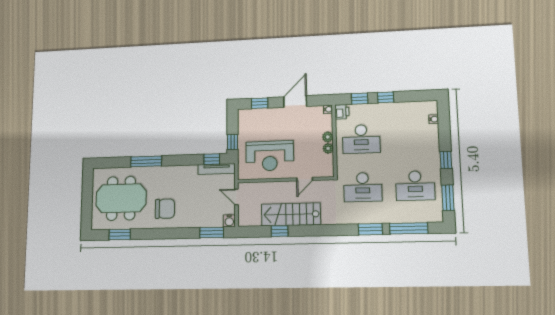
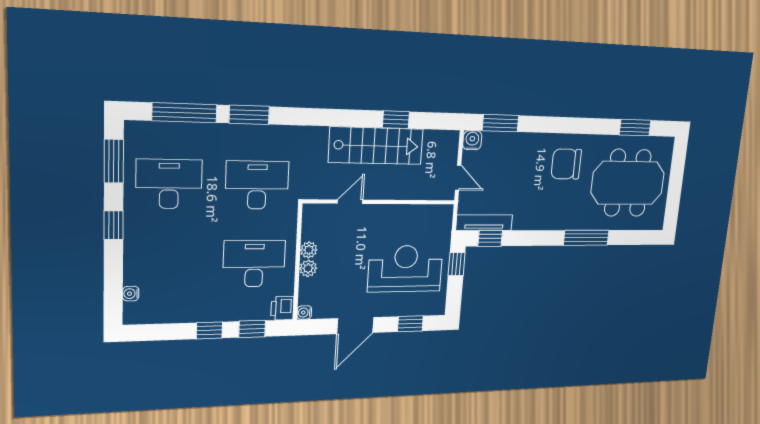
reception desk: (270, 156) -> (405, 269), moved

